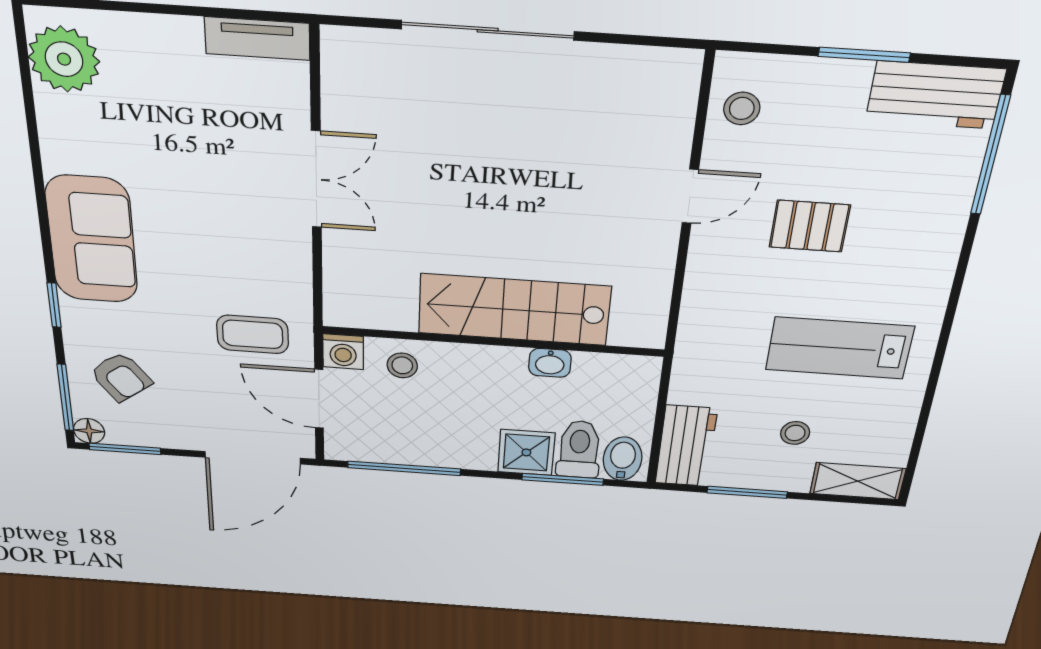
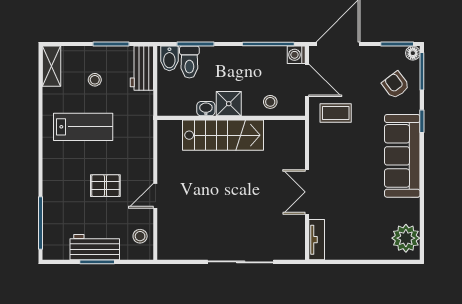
tv unit: (257, 39) -> (317, 240), moved, turned 90
workbench: (935, 95) -> (95, 247), moved
sofa: (92, 240) -> (402, 156), width x1.36
washing machine: (343, 352) -> (296, 55), moved, turned -90
shower: (526, 452) -> (229, 104), moved
shelving: (858, 481) -> (51, 66), moved, turned 90

